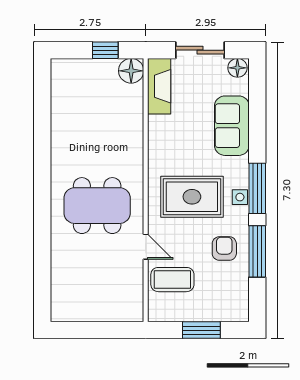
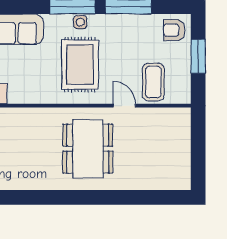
door: (146, 247) -> (124, 106), hinge flipped
armchair: (224, 249) -> (174, 30), moved

